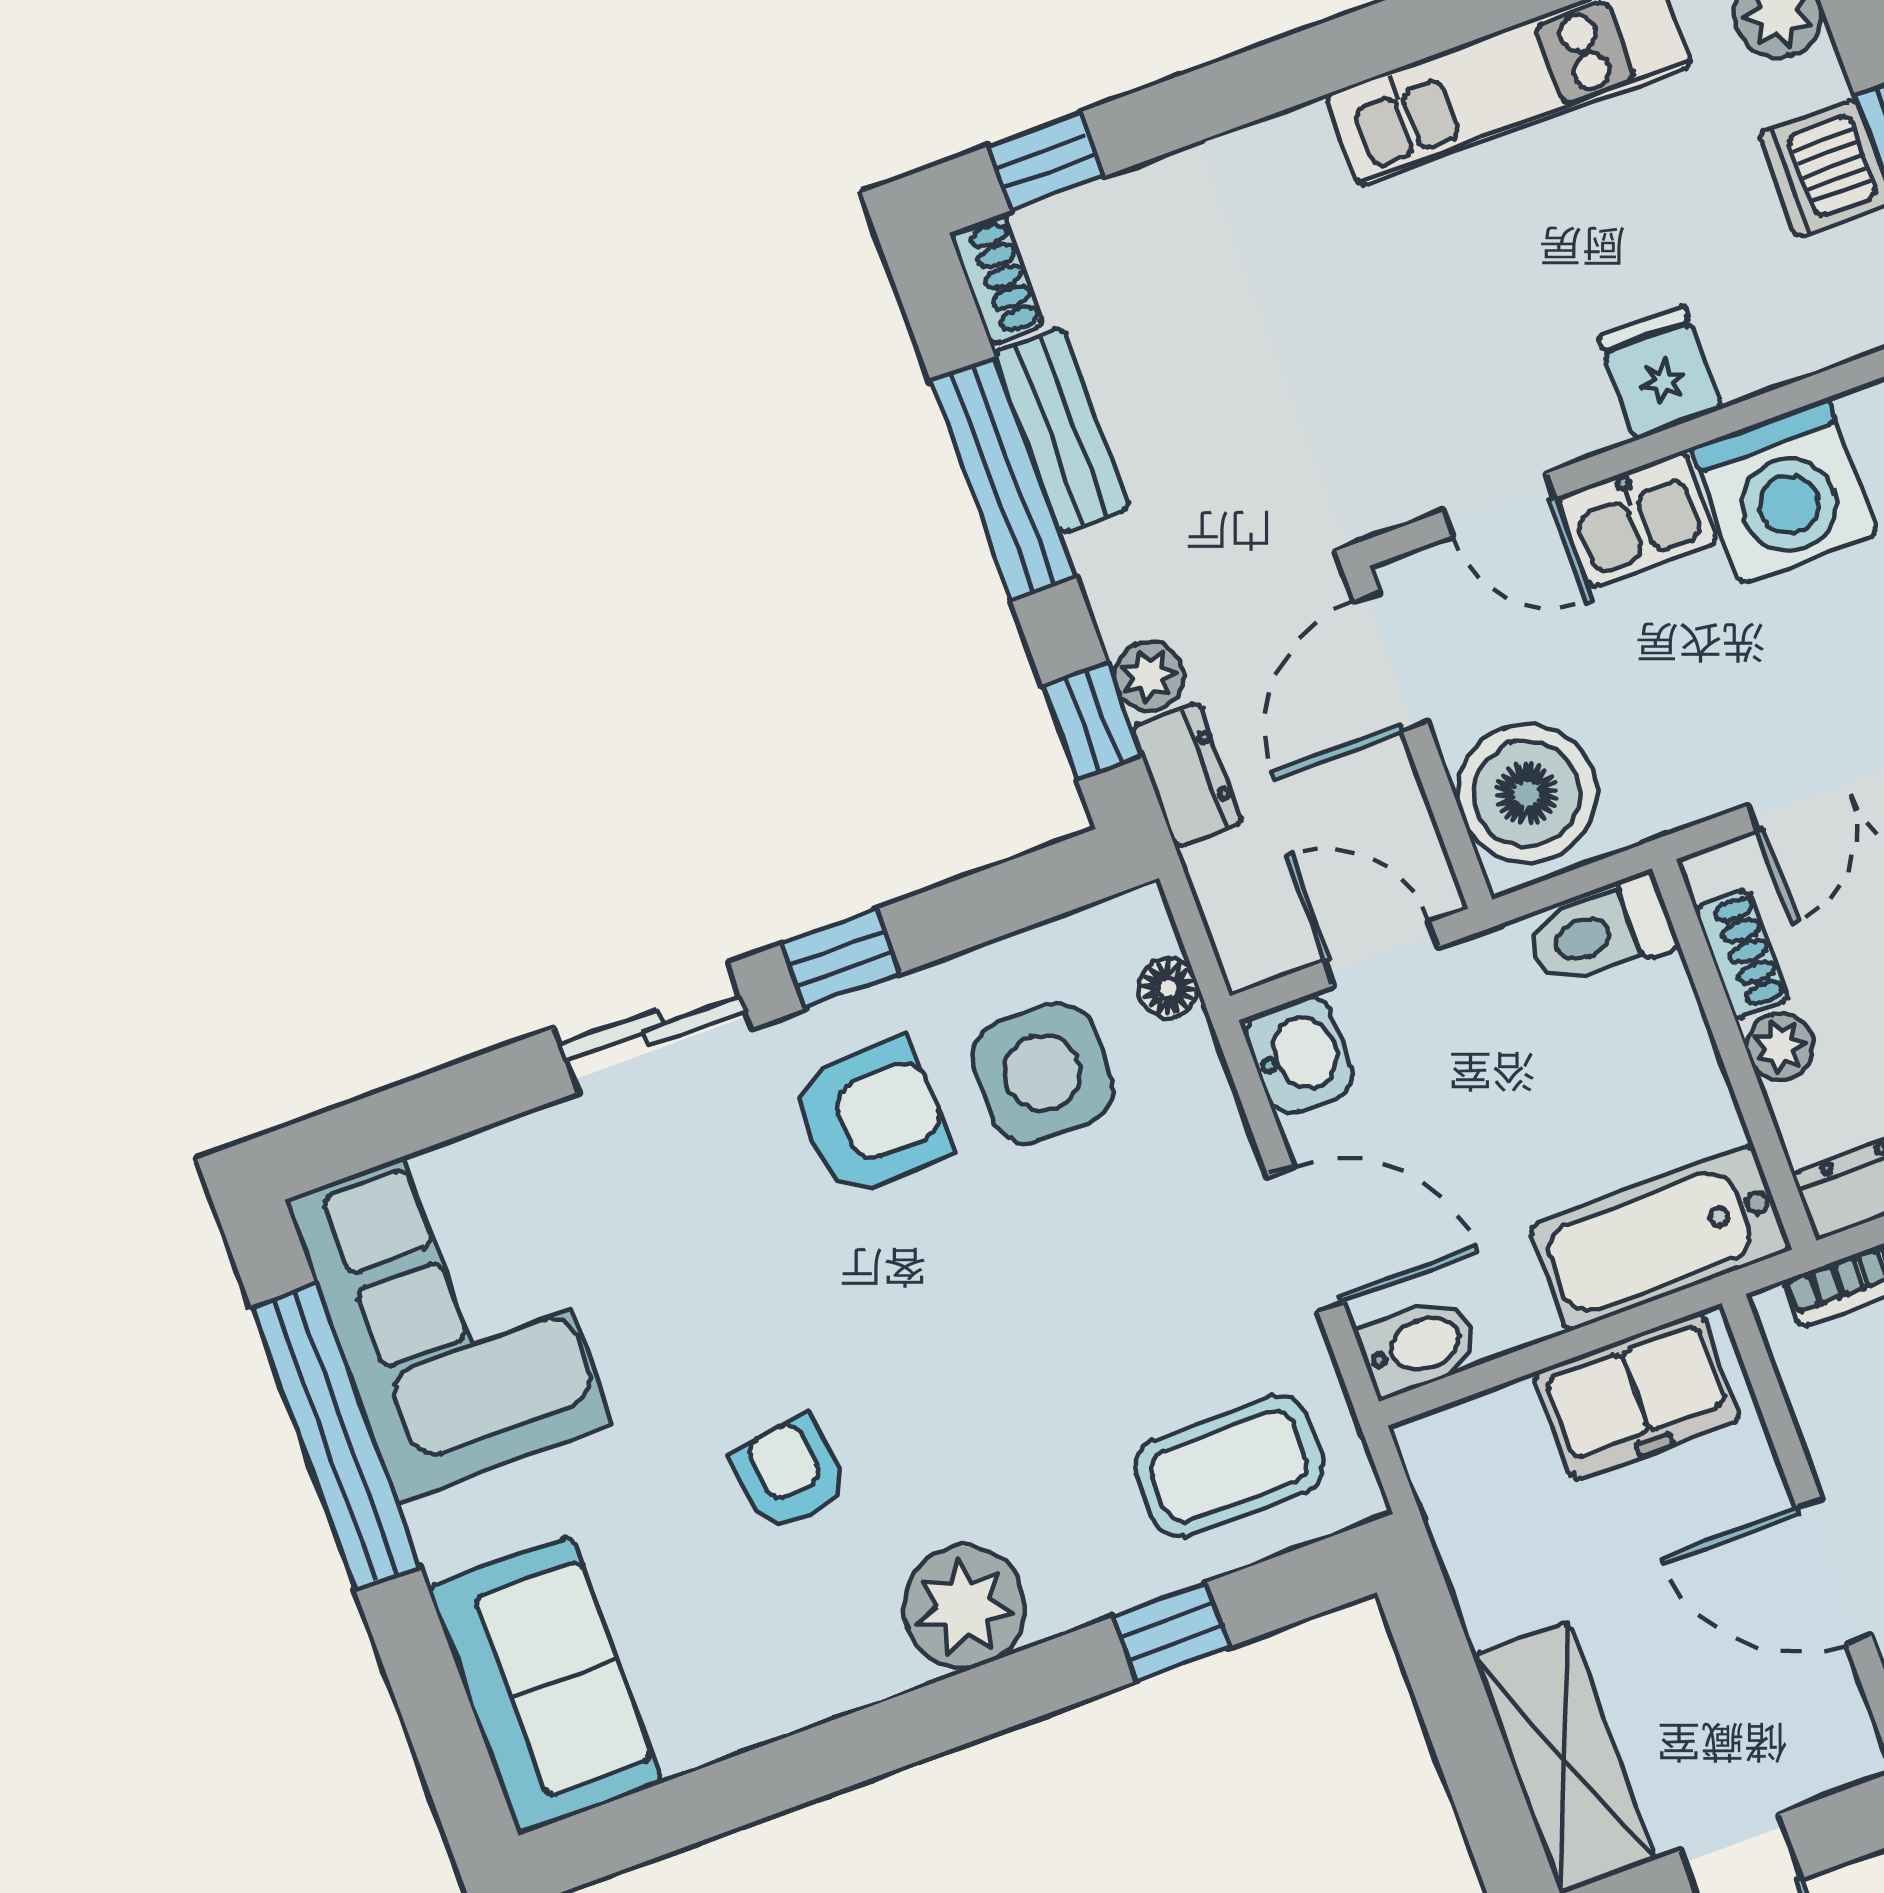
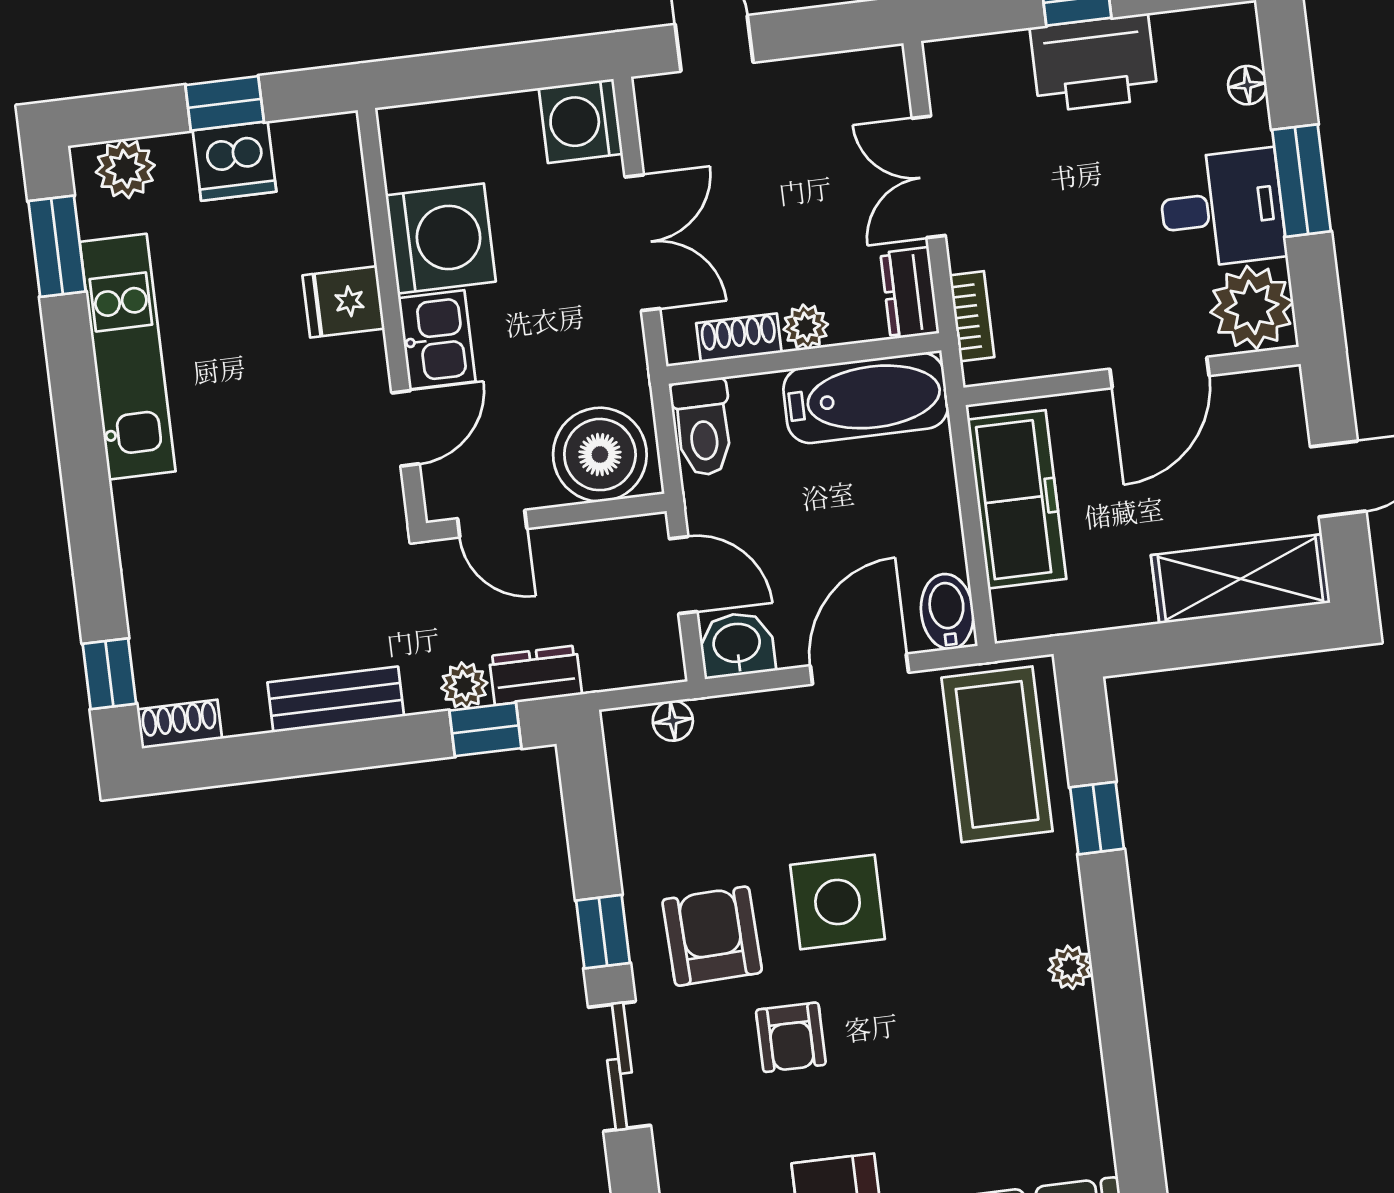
bench: (1061, 430) -> (336, 699), moved
window: (1003, 479) -> (312, 751), removed
door: (1391, 662) -> (492, 524), width x0.73
door: (1381, 954) -> (683, 575), swing flipped
side table: (1043, 1073) -> (838, 902), moved
bathtub: (1661, 1238) -> (866, 398), moved, turned -90
freezer: (1637, 1396) -> (1017, 499), width x1.40
coffee table: (1229, 1466) -> (997, 754), width x1.36, depth x1.32
armchair: (790, 1473) -> (791, 1037), moved, turned -83
plant: (964, 1607) -> (1070, 967), width x0.53, depth x0.53

